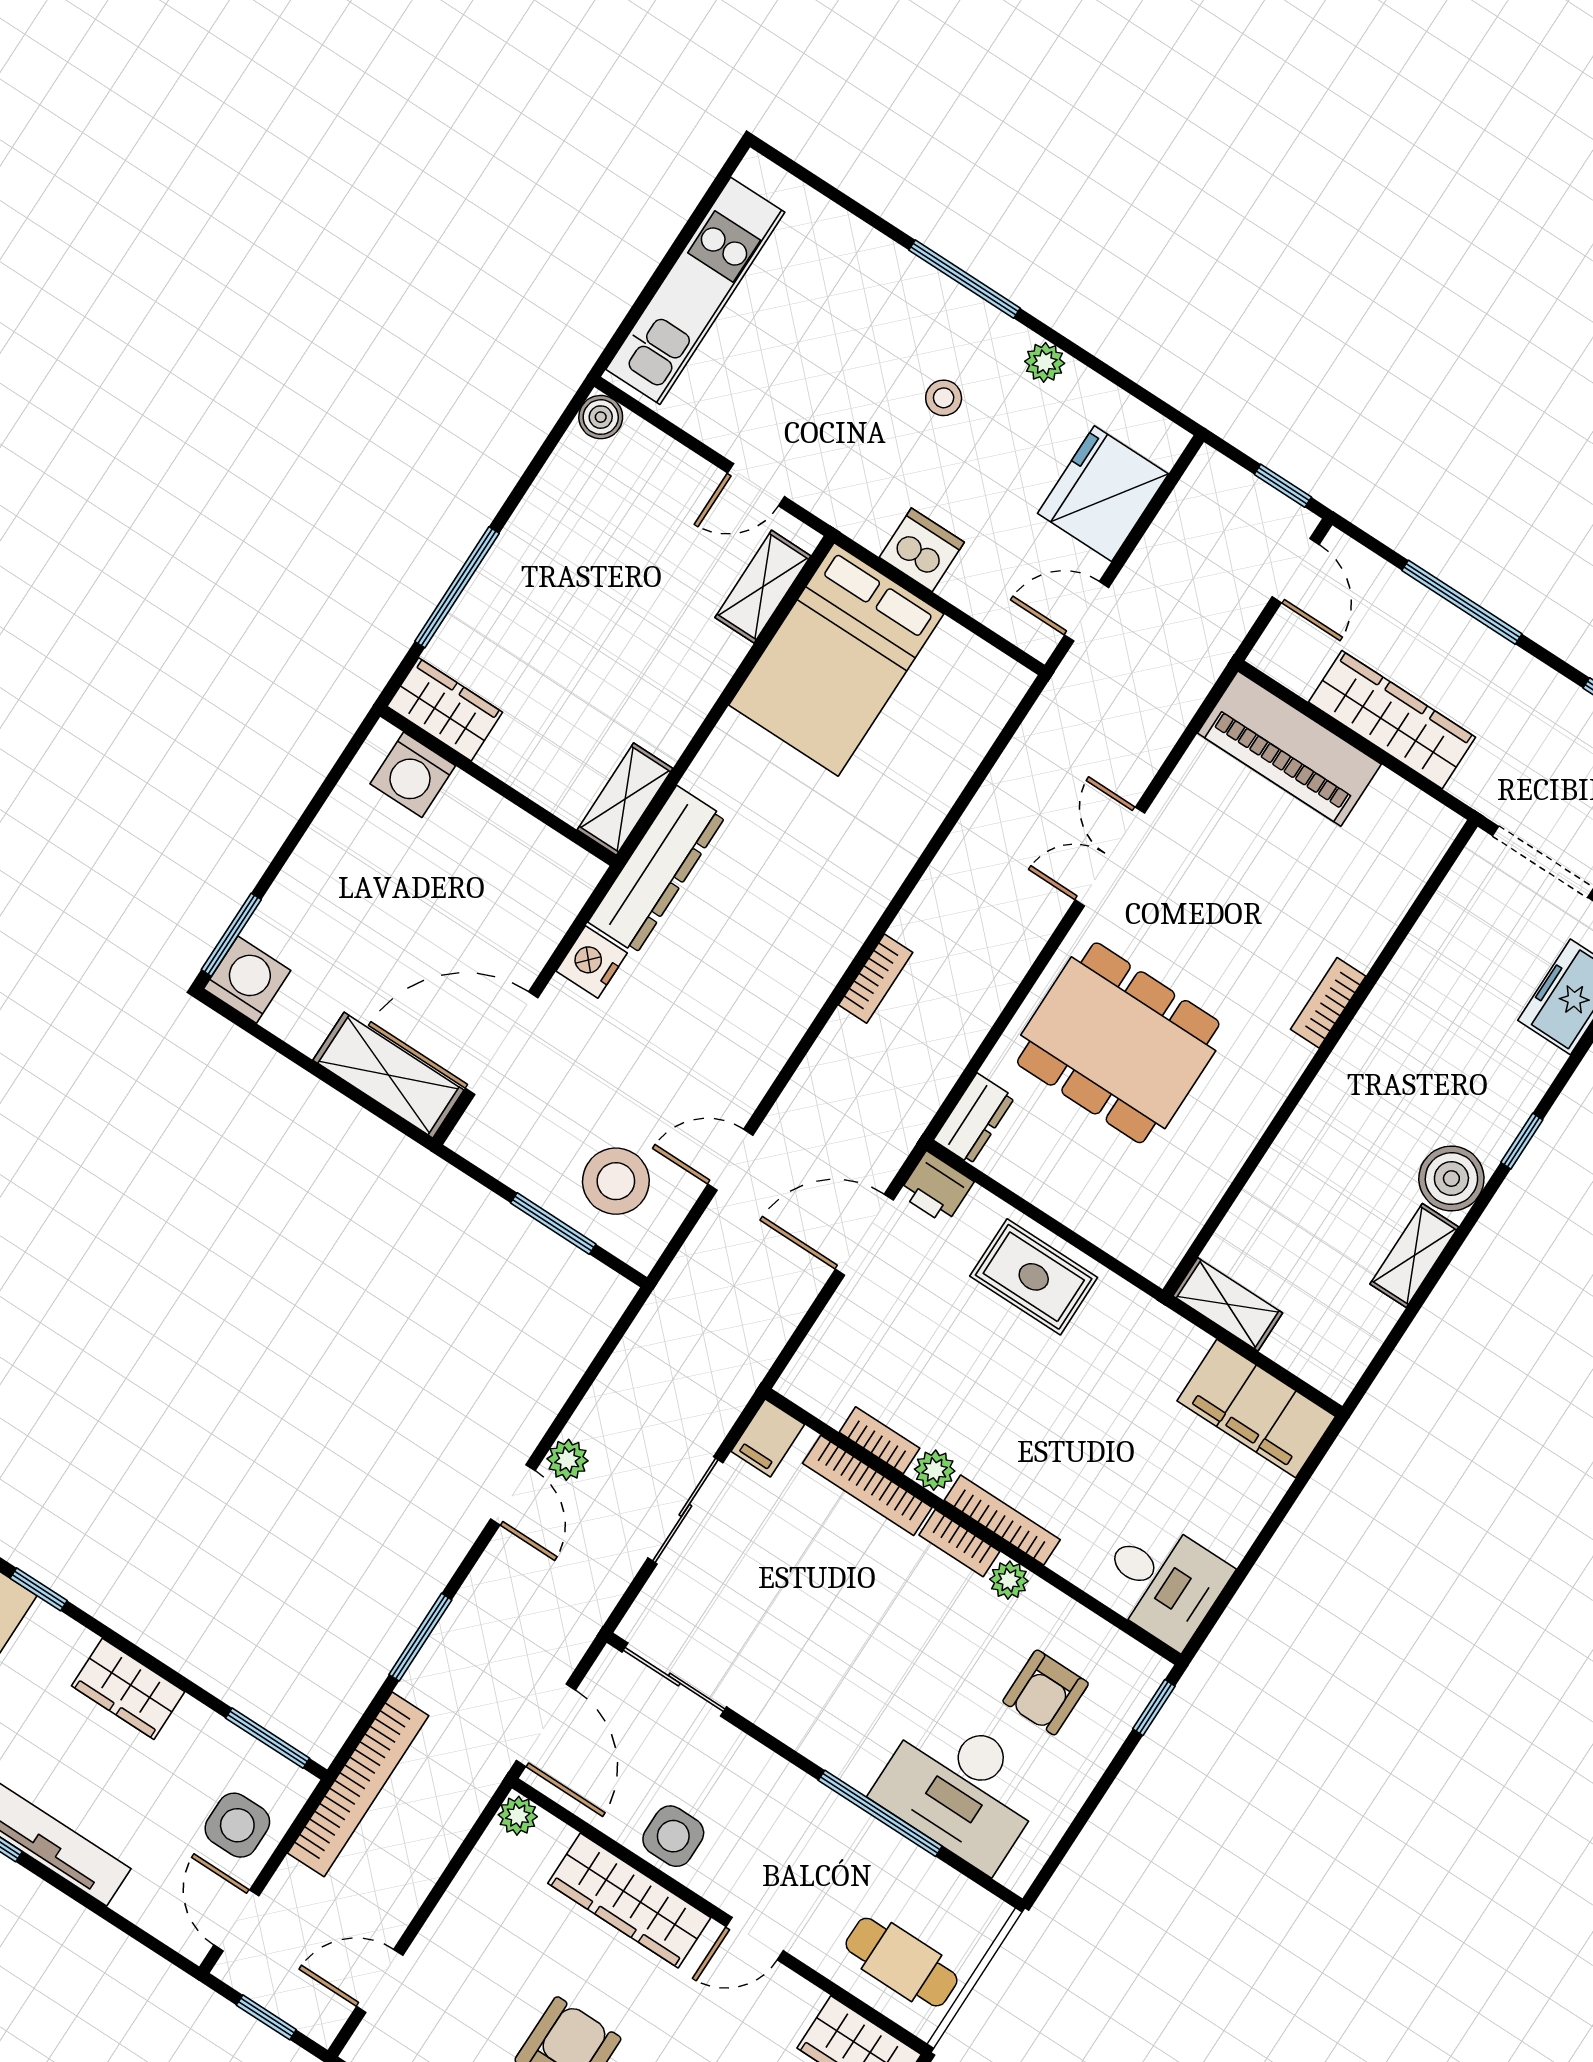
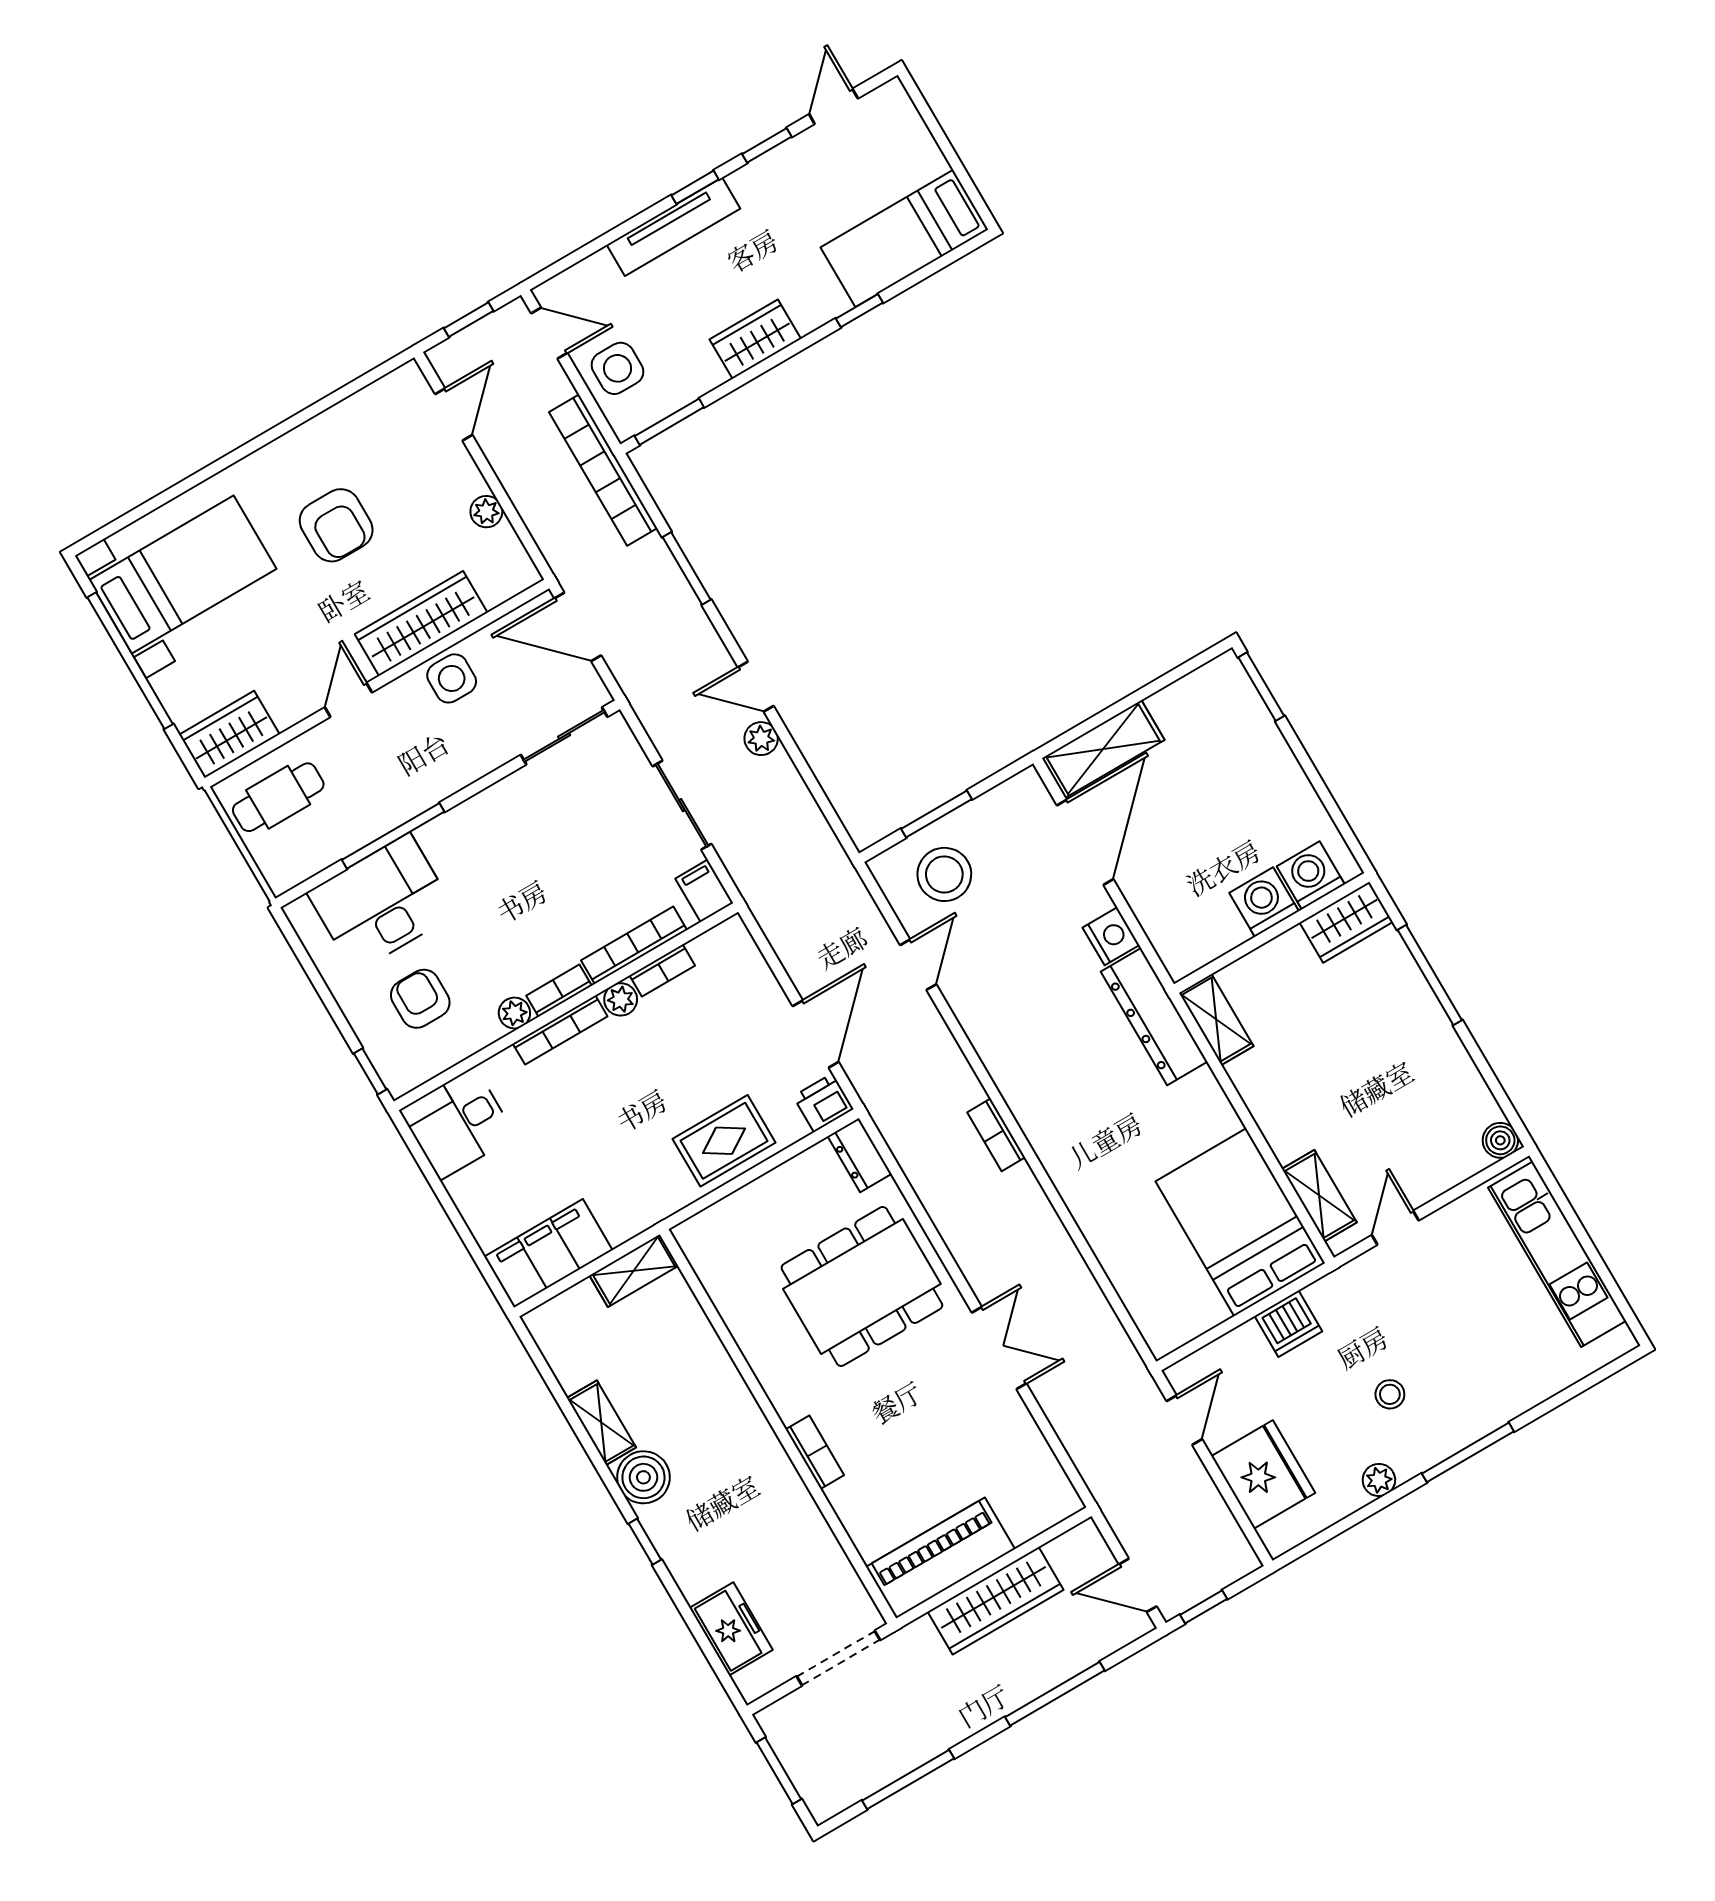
piano: (1289, 749) -> (940, 1558), moved
washing machine: (247, 980) -> (1264, 902), moved, turned 180
plant: (518, 1816) -> (486, 512), moved

